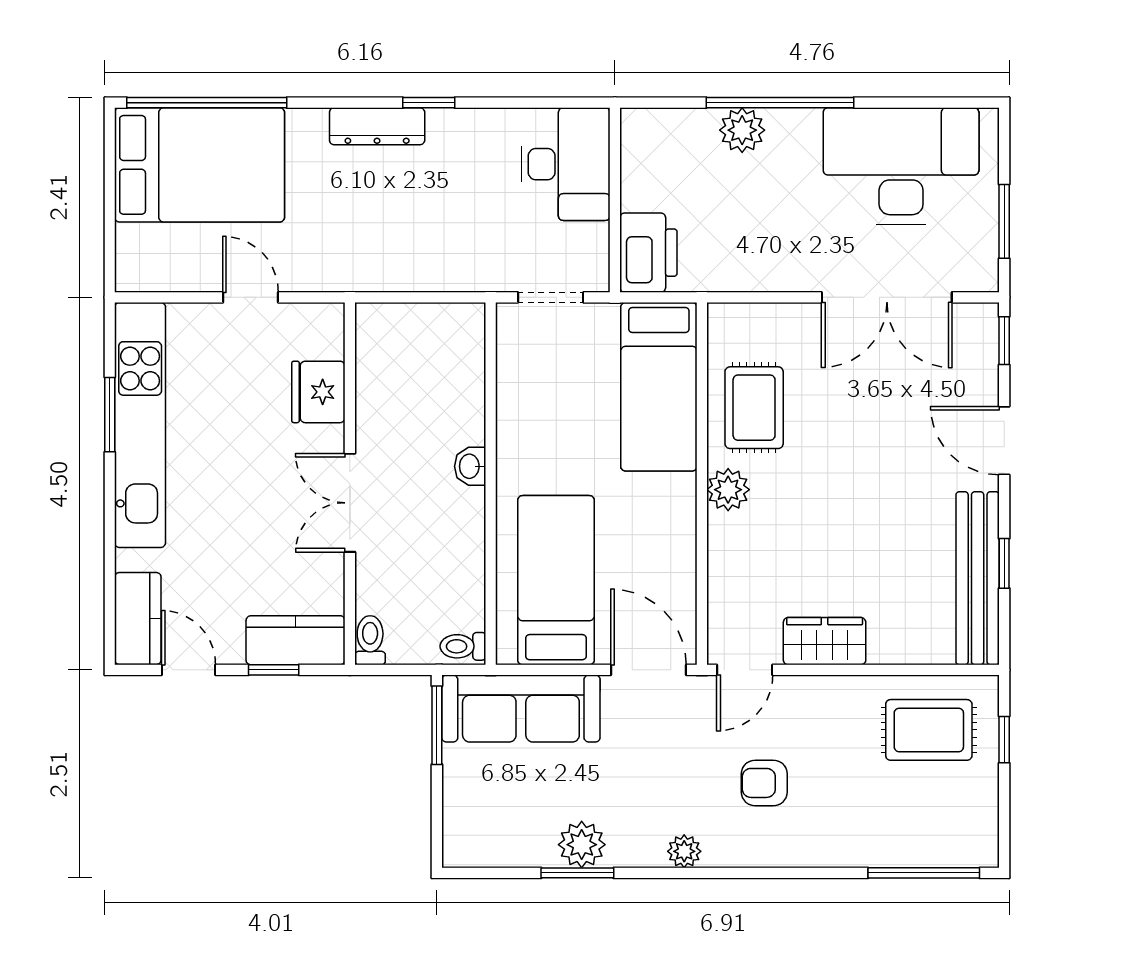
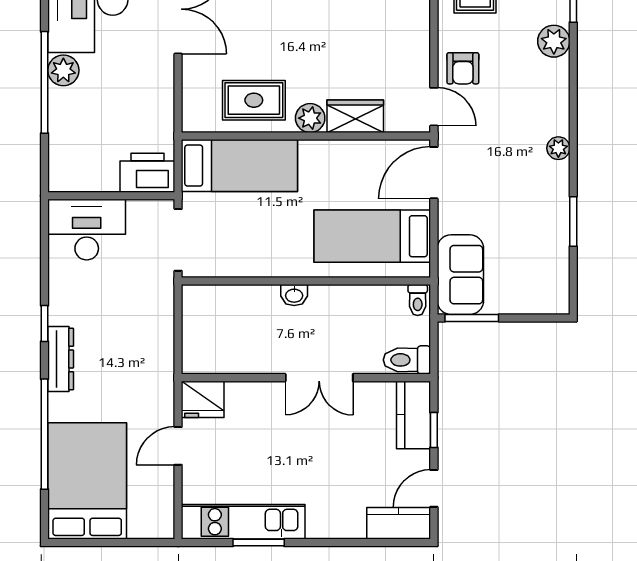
window: (207, 103) -> (44, 434), moved
plant: (742, 130) -> (63, 70), moved
doorway: (551, 297) -> (178, 240), width x1.38
fridge: (318, 392) -> (203, 399), moved
kitchen unit: (140, 425) -> (243, 522), width x0.73
toilet: (370, 640) -> (407, 360), width x1.37, depth x1.39
wardrobe: (825, 641) -> (355, 116), moved, turned 90
sofa: (521, 709) -> (460, 275), width x0.73
armchair: (764, 783) -> (463, 68), moved
plant: (582, 845) -> (554, 41), moved

